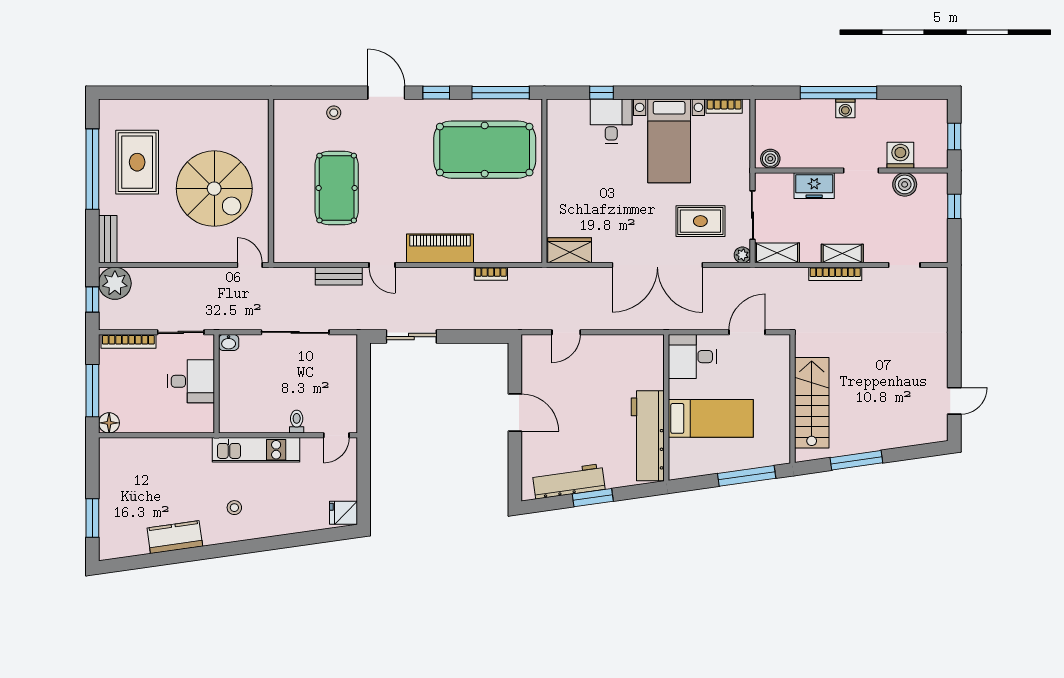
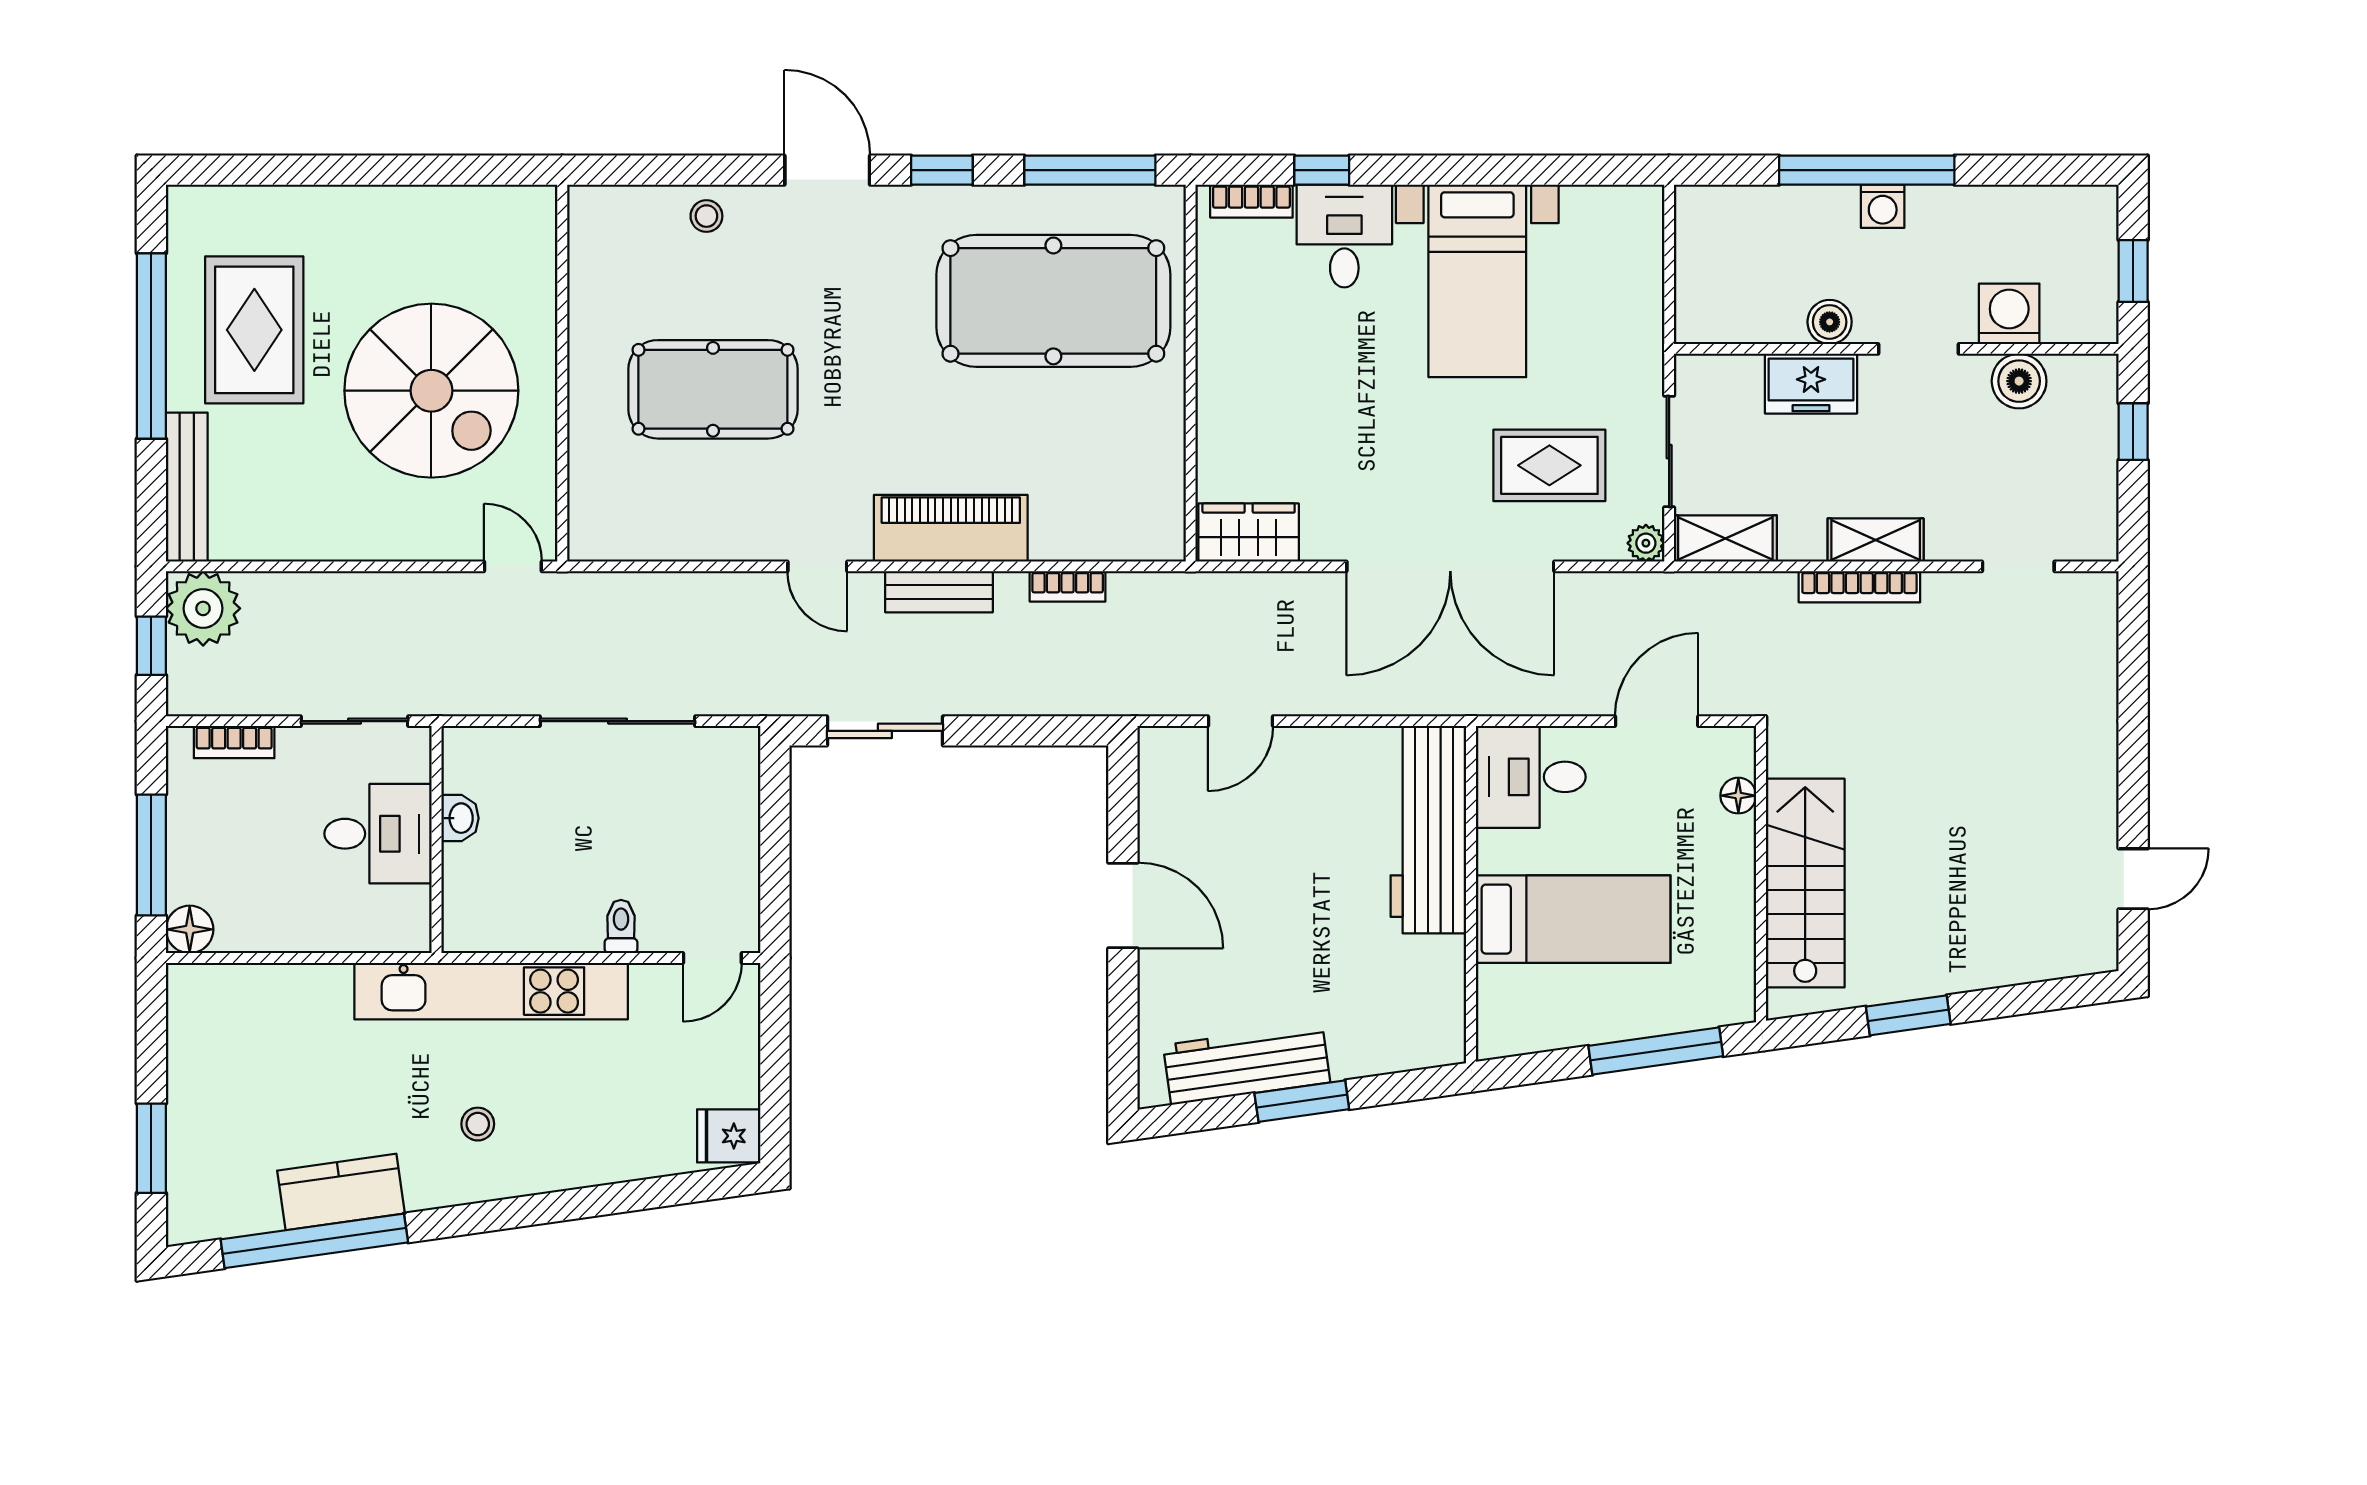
bookcase: (724, 106) -> (1251, 201), moved
boiler: (770, 159) -> (1830, 322), moved
pool table: (337, 188) -> (713, 389), turned 90
bench: (108, 239) -> (187, 487), width x1.36
bench: (339, 276) -> (939, 592), moved
bookcase: (128, 341) -> (234, 742), width x0.64
washbasin: (229, 343) -> (460, 818), moved, turned -90
floor lamp: (783, 365) -> (1738, 796), added
workbench: (648, 436) -> (1428, 830), moved
kitchen unit: (256, 450) -> (491, 991), width x1.36
window: (856, 460) -> (1908, 1015), width x0.69
window: (163, 558) -> (314, 1241), added

